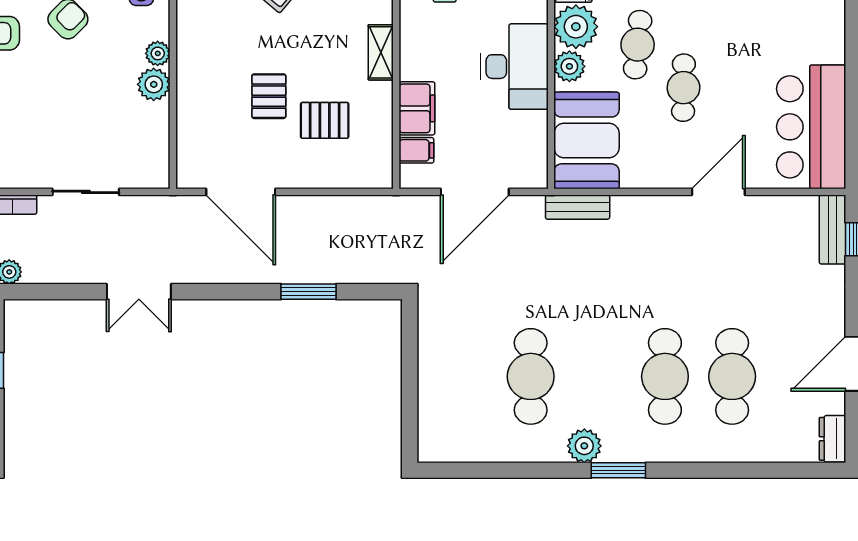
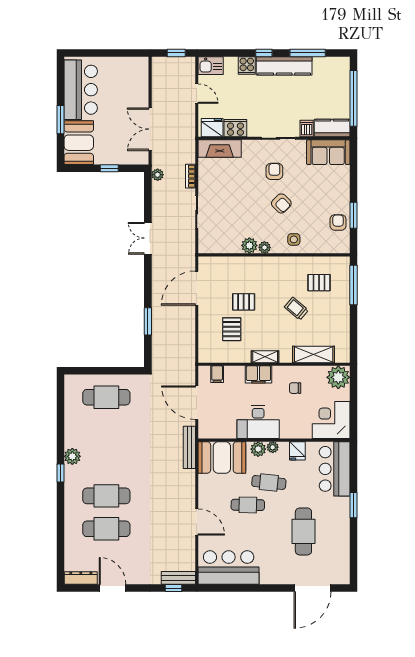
plant: (576, 27) -> (273, 447), width x0.53, depth x0.53
filing cabinet: (417, 108) -> (258, 374), moved
bench: (578, 207) -> (189, 447), width x1.36
cafe table: (531, 376) -> (106, 397), moved
dresser: (833, 439) -> (81, 578), width x1.44
window: (618, 470) -> (60, 473), width x0.67

